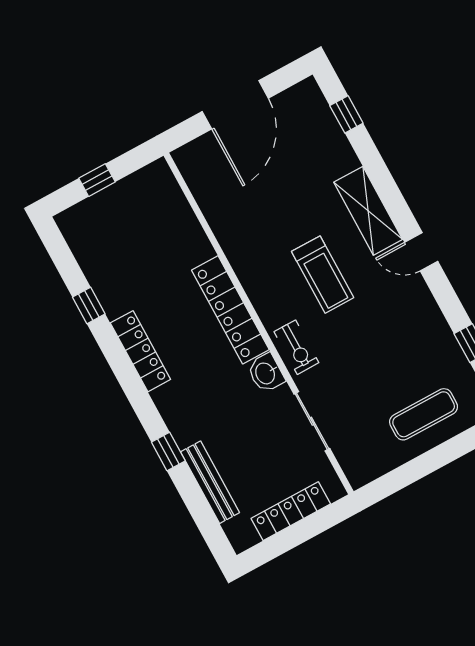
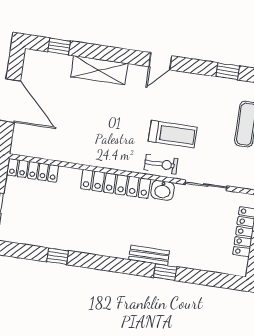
shelving: (368, 211) -> (99, 70), moved
treadmill: (323, 275) -> (173, 134), moved
locker: (140, 351) -> (33, 170), moved, turned 180
bench: (210, 482) -> (149, 255), moved, width x0.73

